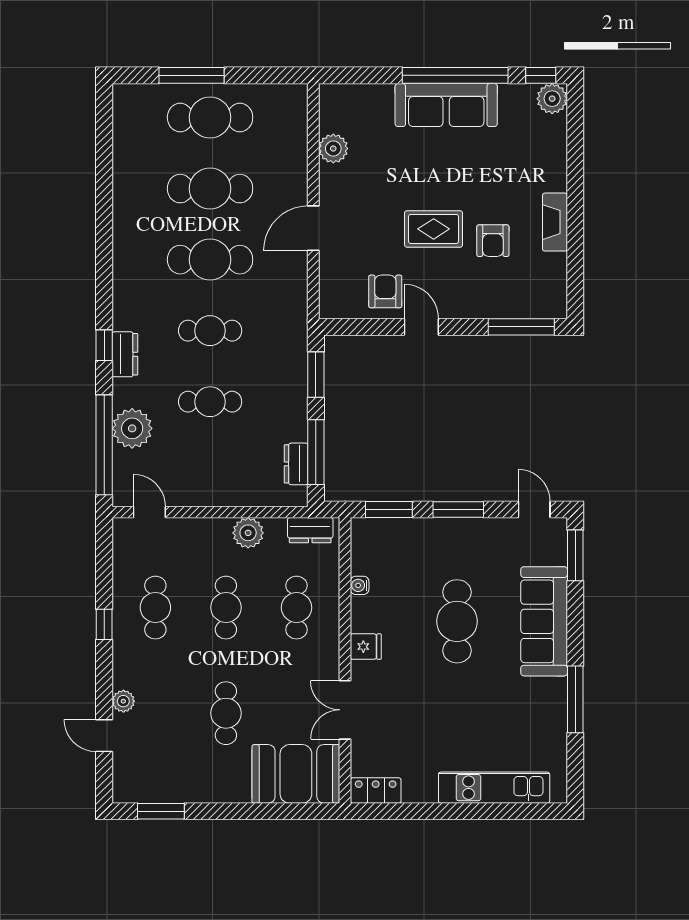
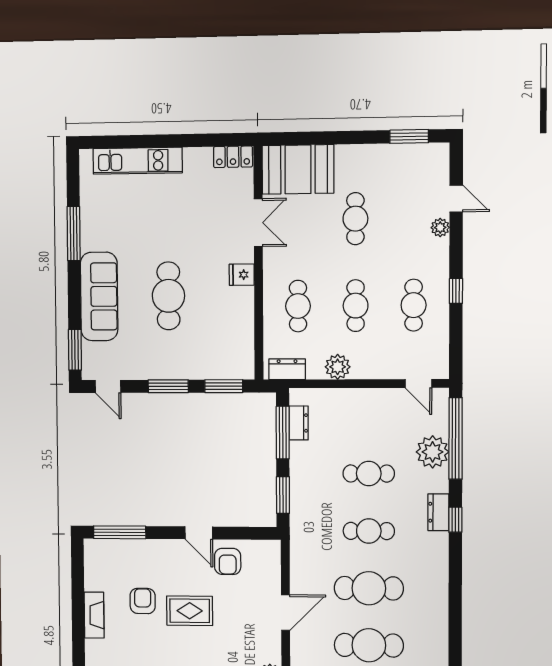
water cooler: (360, 585) -> (247, 325), removed

